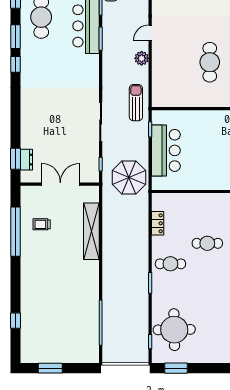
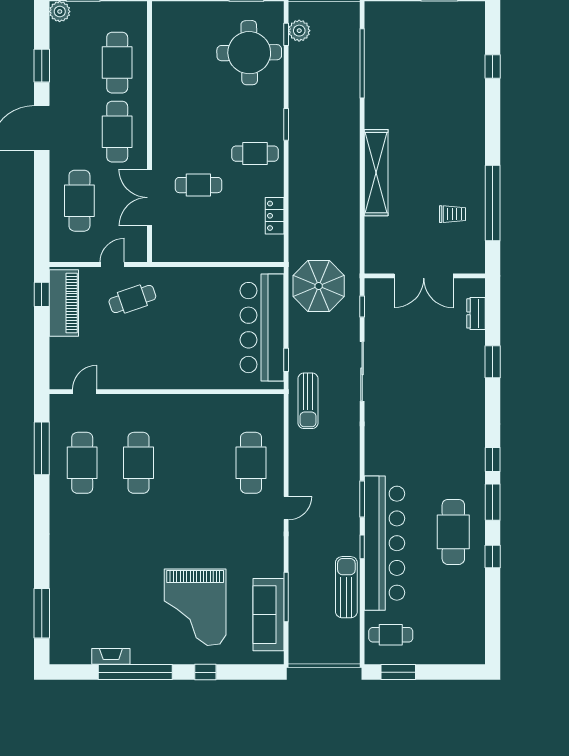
plant: (142, 58) -> (299, 31), moved
cafe table: (210, 62) -> (251, 463), moved
bar counter: (166, 150) -> (262, 328), width x1.36
window: (16, 159) -> (493, 362), moved
shelving: (91, 231) -> (376, 173), moved

